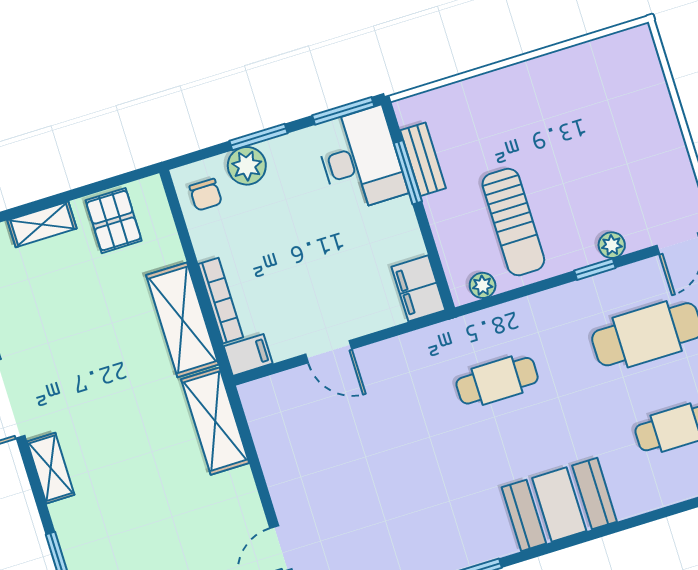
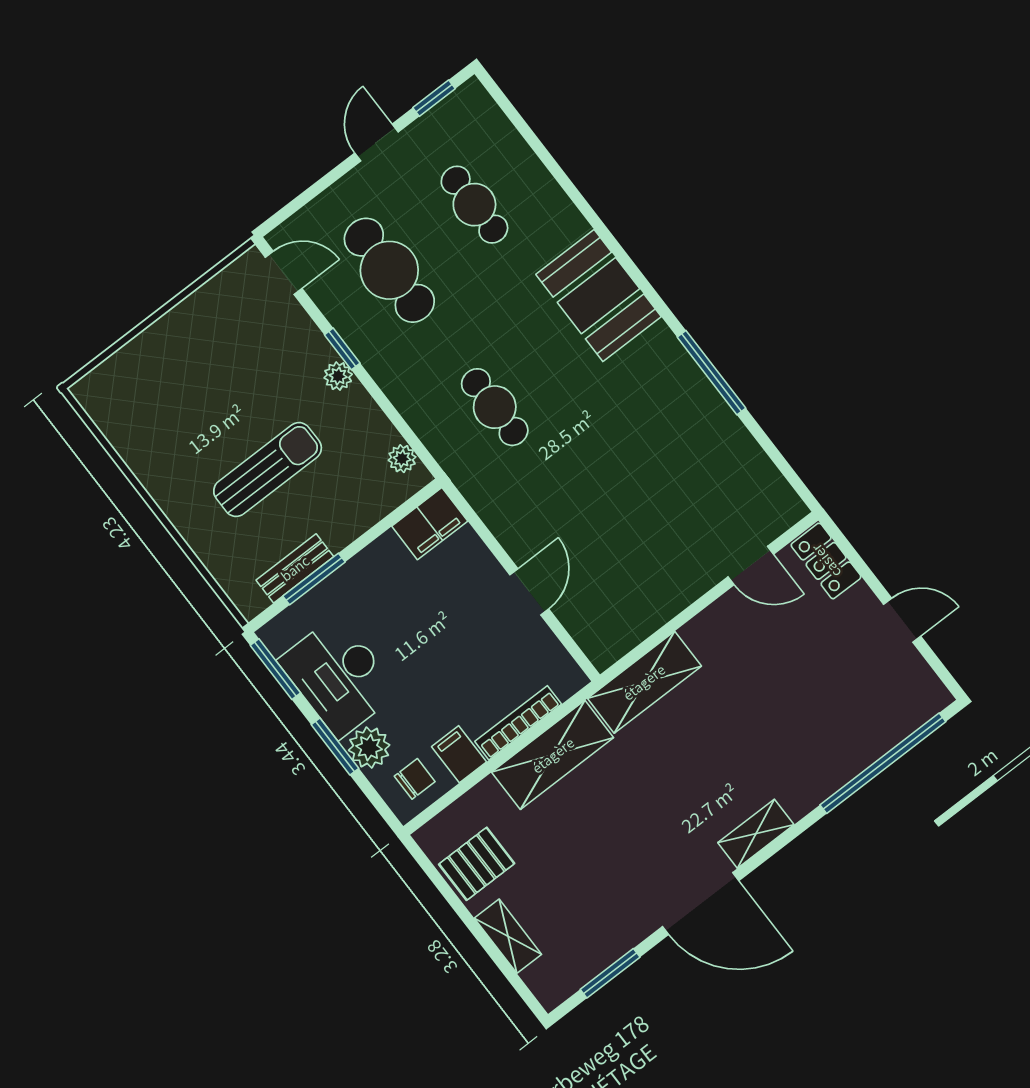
desk: (360, 159) -> (339, 676), moved, turned -90
sun lounger: (513, 222) -> (268, 470), moved
plant: (612, 245) -> (338, 376), moved
filing cabinet: (248, 355) -> (459, 754), moved

